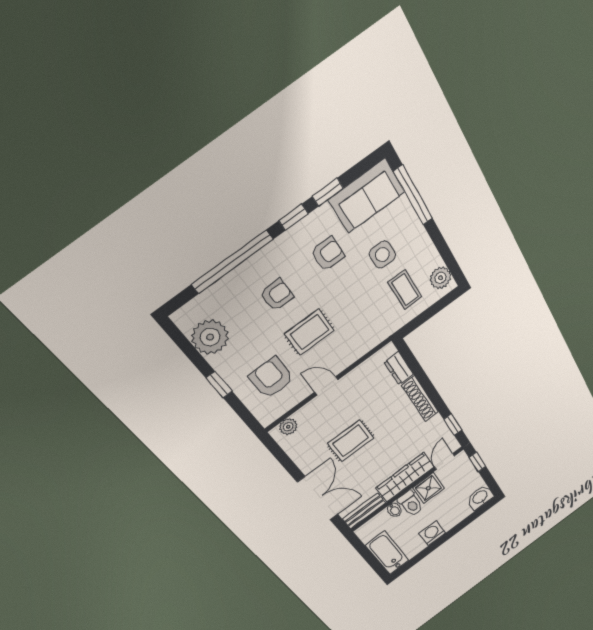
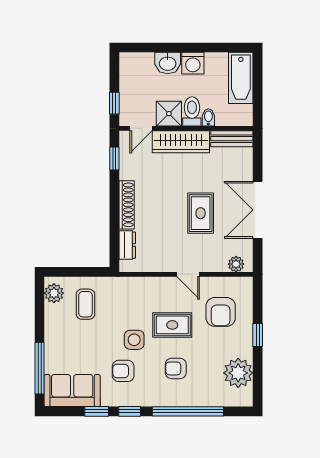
side table: (382, 255) -> (134, 340), moved
rug: (351, 441) -> (201, 213), turned 90
washbasin: (480, 497) -> (168, 63), moved
double door: (318, 498) -> (258, 210), moved

